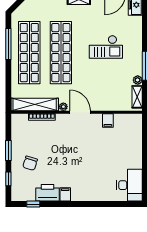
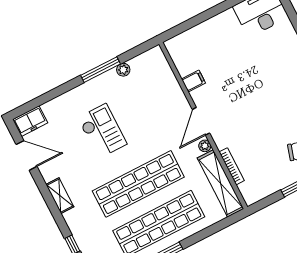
shelving: (137, 97) -> (145, 59), removed

